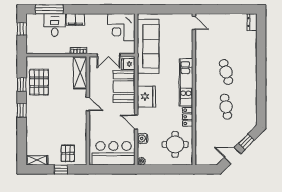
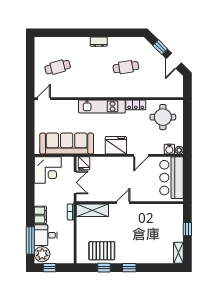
plant: (35, 21) -> (42, 254), added
dresser: (252, 22) -> (99, 42), moved
cafe table: (226, 72) -> (58, 67), moved
booth: (124, 87) -> (106, 167), removed
water cooler: (143, 138) -> (169, 149), moved
pallet: (68, 153) -> (172, 222), removed

